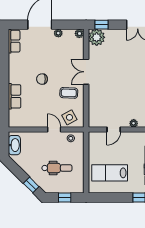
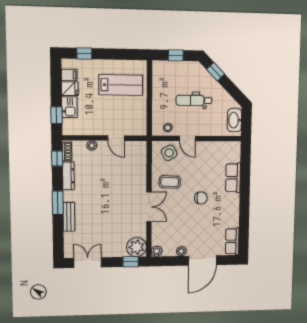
door: (114, 129) -> (116, 138), swing flipped
dental chair: (57, 168) -> (194, 100), moved

